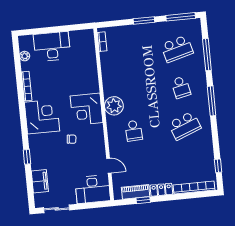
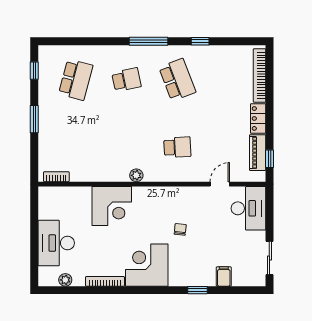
window: (181, 17) -> (34, 71), width x0.46
school desk: (177, 49) -> (76, 80), turned 30
window: (207, 55) -> (87, 41), removed
plant: (114, 106) -> (136, 175), width x0.53, depth x0.53
corner desk: (86, 109) -> (112, 206), moved
window: (218, 166) -> (200, 41), moved
filing cabinet: (40, 181) -> (224, 277), width x0.50
window: (143, 200) -> (269, 159), moved

